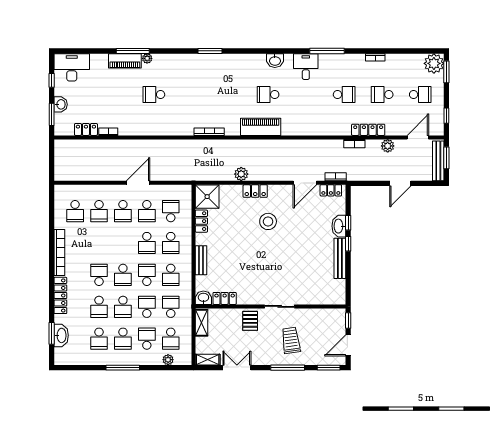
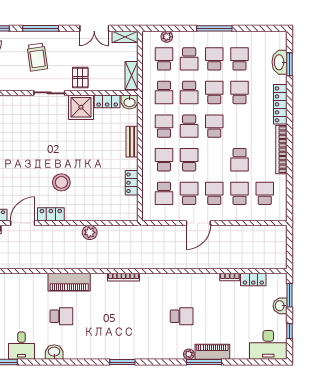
locker: (255, 191) -> (51, 214), moved
shower: (207, 197) -> (81, 107), moved
school desk: (99, 275) -> (240, 160), moved

